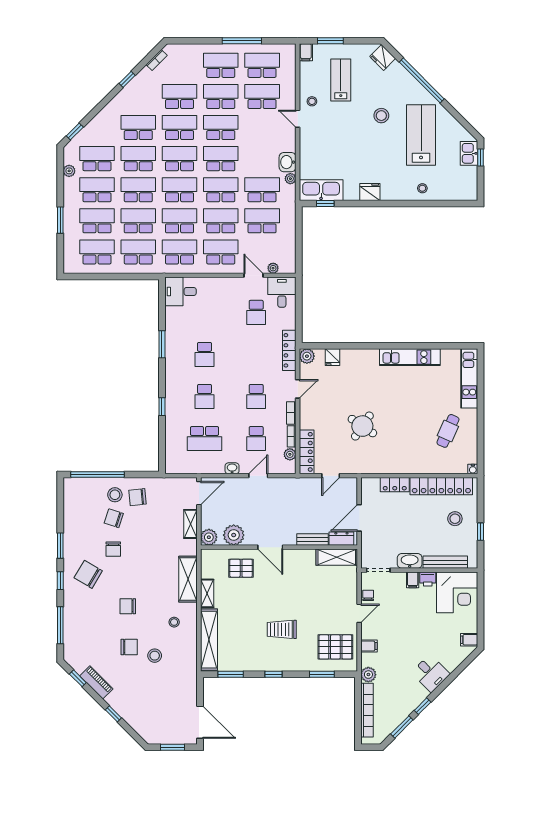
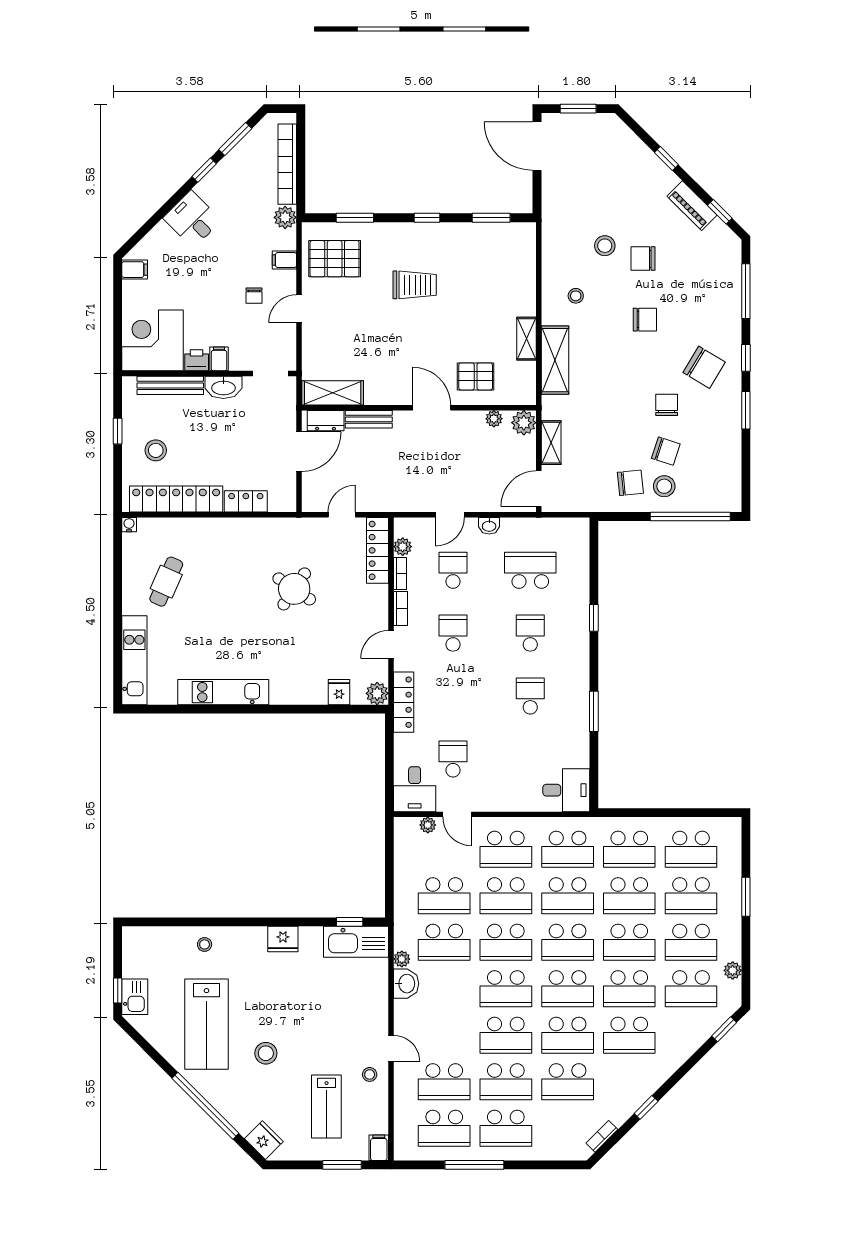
plant: (234, 535) -> (494, 419), width x0.53, depth x0.53
chair: (368, 595) -> (254, 296), moved
shelving: (209, 640) -> (524, 270), removed

